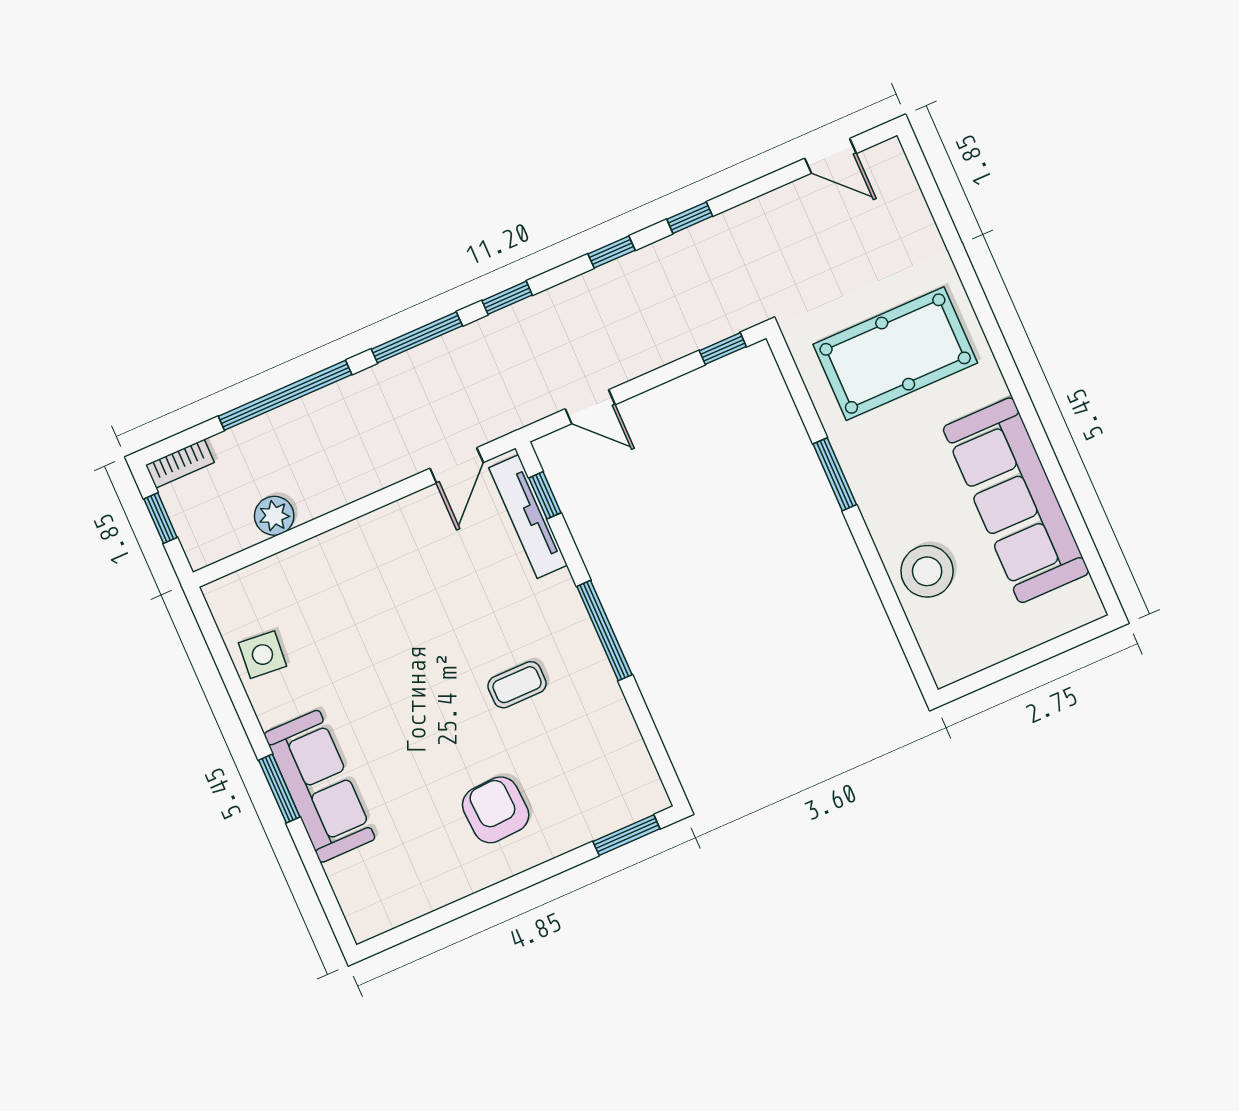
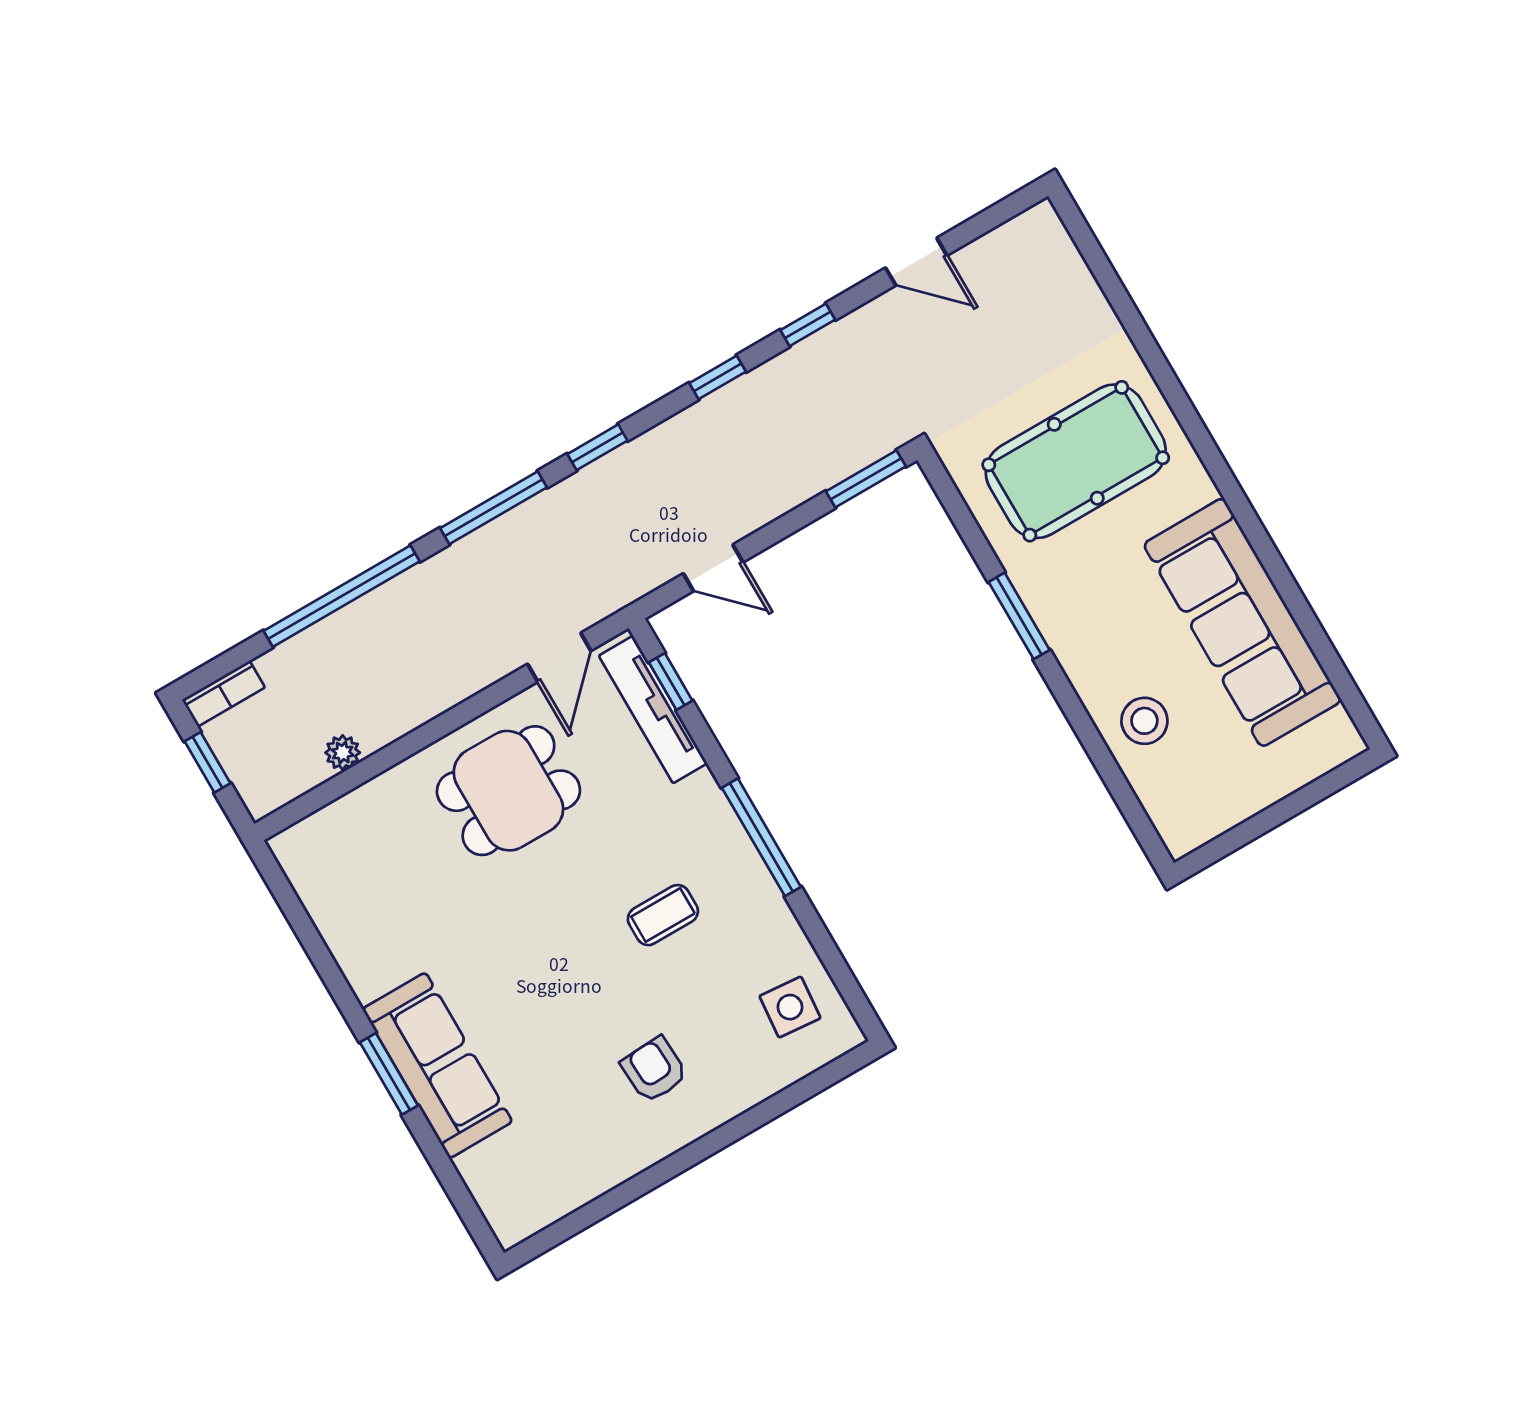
door: (831, 156) -> (916, 262), moved
window: (723, 349) -> (866, 479), width x1.50
plant: (274, 516) -> (343, 753), width x0.73, depth x0.73
dining table: (403, 569) -> (508, 791), added
stool: (927, 571) -> (1144, 721), width x0.73, depth x0.73
side table: (262, 655) -> (790, 1007), moved
armchair: (496, 810) -> (654, 1070), width x0.72, depth x0.72
window: (626, 835) -> (816, 1082), removed

